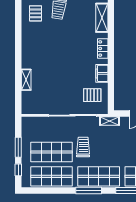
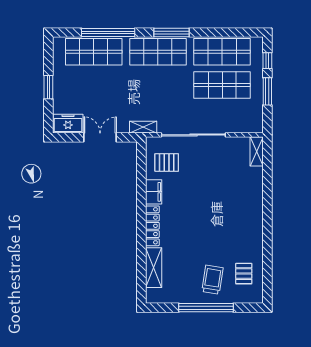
locker: (103, 48) -> (152, 226), width x1.53
shelving: (26, 80) -> (257, 151), moved
trolley: (83, 147) -> (179, 92), removed

